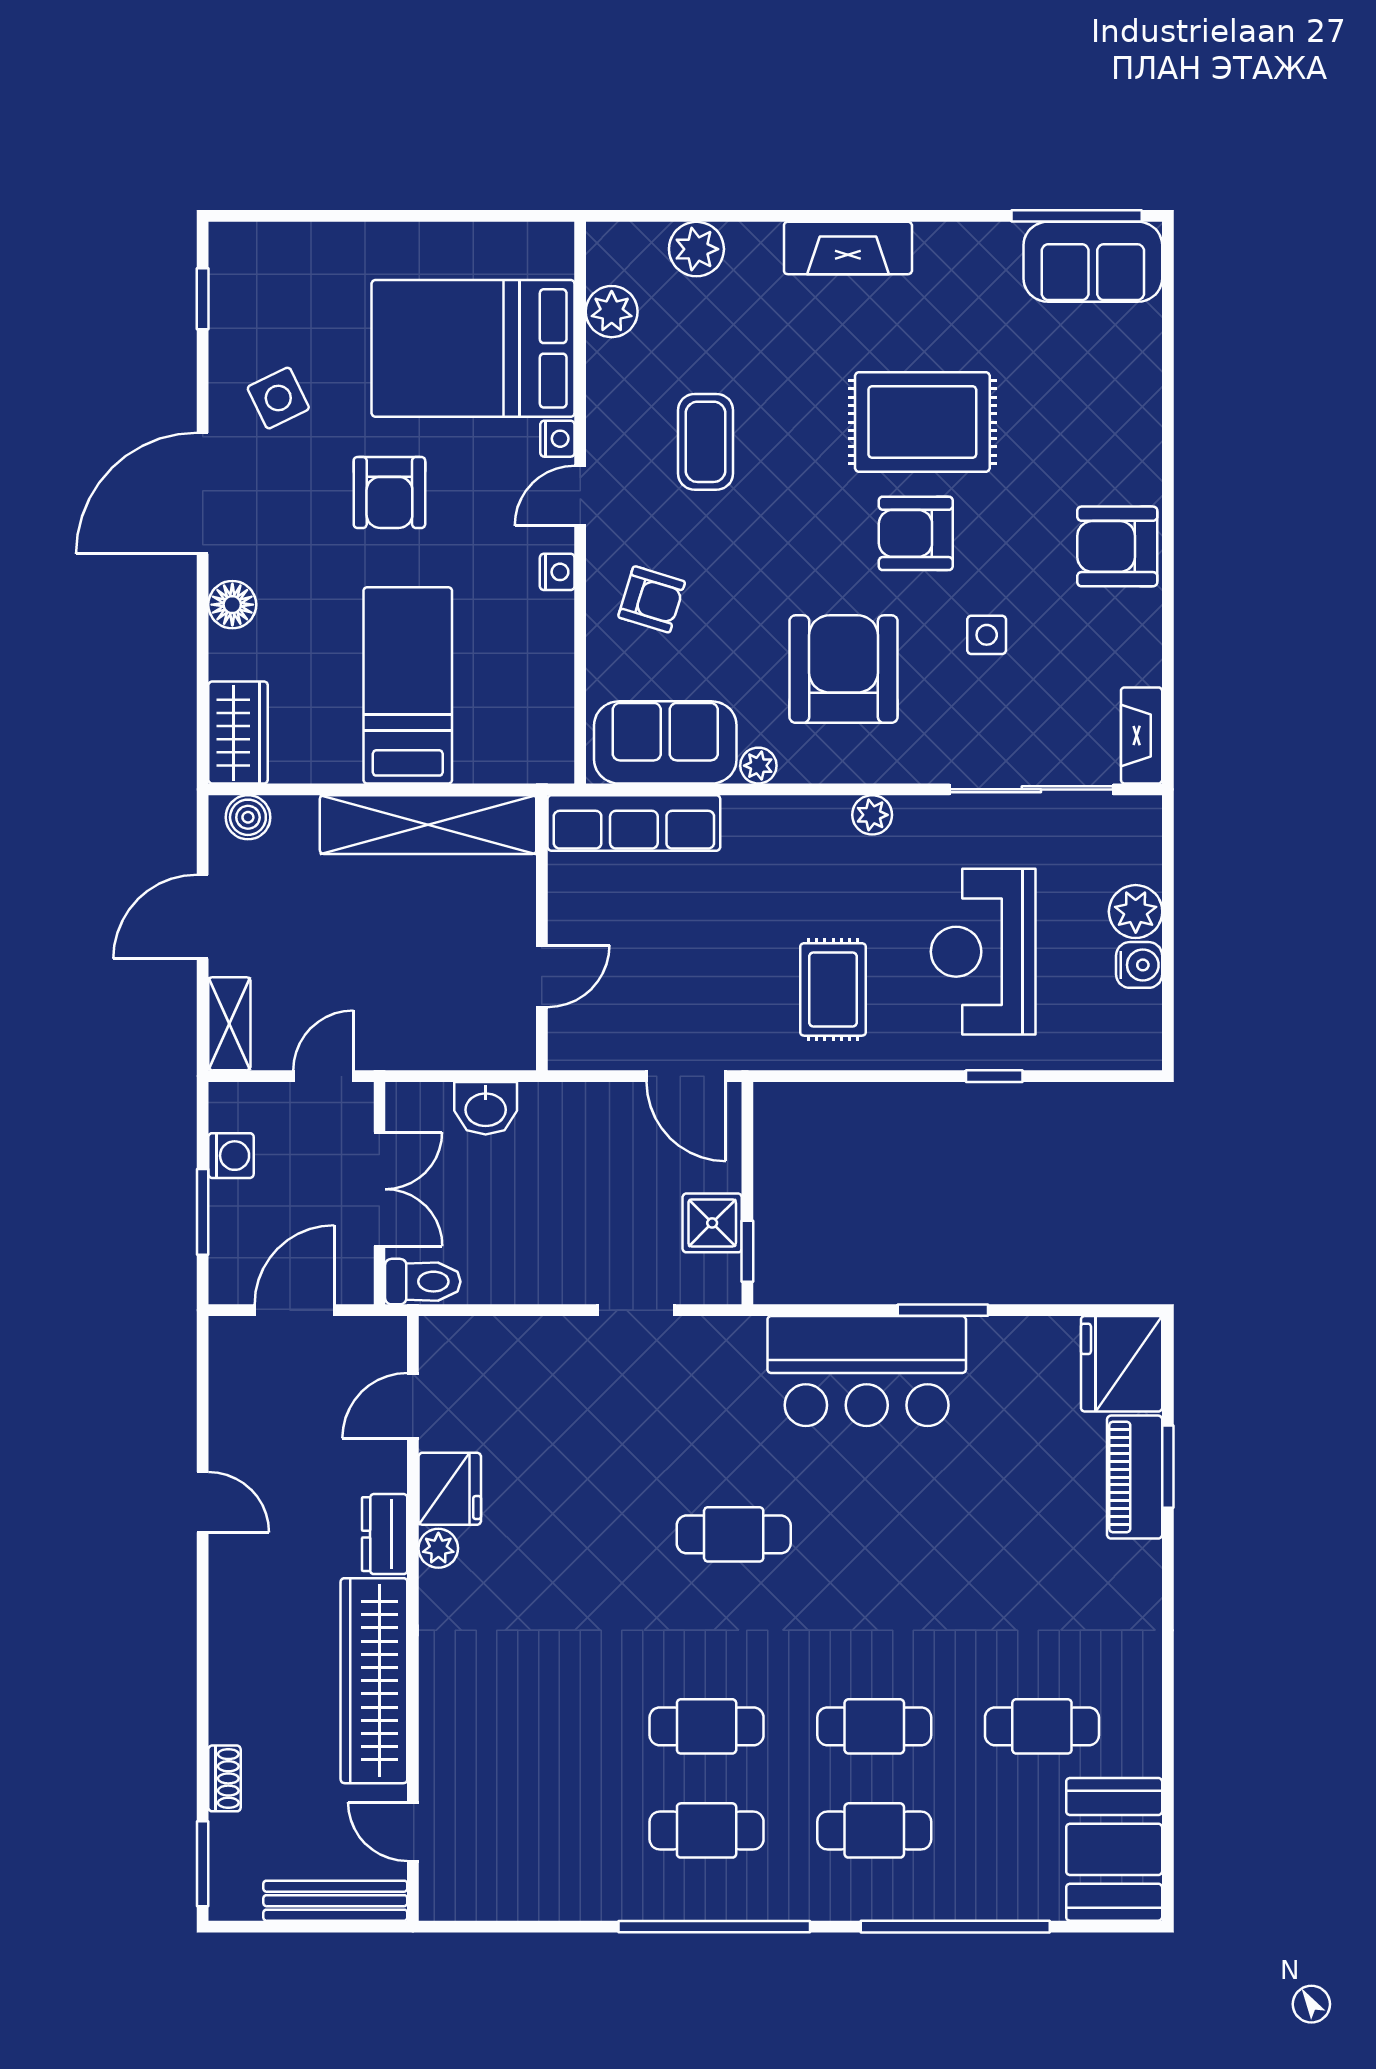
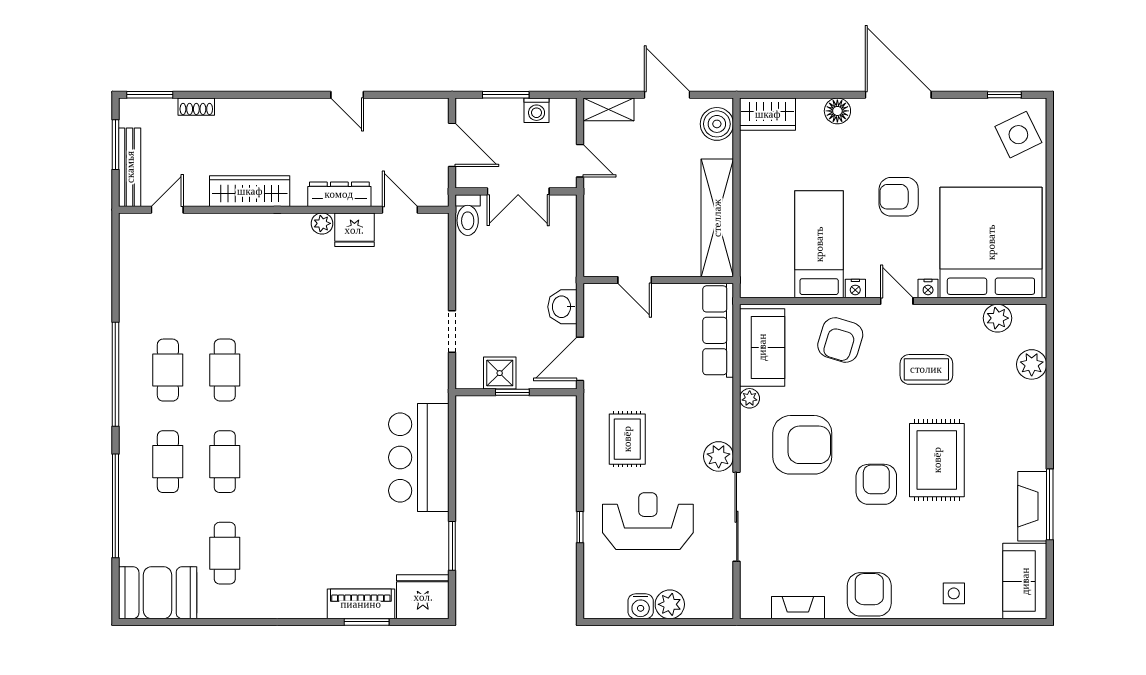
window: (1077, 216) -> (1050, 504), moved
fireplace: (848, 248) -> (1032, 506), moved
bed: (473, 348) -> (991, 242), width x1.36
side table: (278, 398) -> (1018, 135), moved, width x1.37, depth x1.37
rug: (922, 422) -> (937, 460), moved
armchair: (652, 599) -> (840, 340), width x1.38, depth x1.38
side table: (987, 635) -> (954, 593), moved
bed: (408, 685) -> (819, 244), moved, turned -90
fireplace: (1142, 735) -> (798, 608), moved
sliding door: (1031, 789) -> (737, 517), moved
plant: (872, 815) -> (719, 456), width x1.38, depth x1.38
boiler: (248, 817) -> (717, 124), width x1.36, depth x1.36
rug: (833, 989) -> (627, 439), turned 90
washbasin: (486, 1108) -> (562, 307), moved
window: (747, 1251) -> (512, 392), moved
window: (943, 1310) -> (452, 546), moved
door: (203, 1502) -> (347, 95), hinge flipped
dresser: (385, 1534) -> (339, 194), width x1.44
cafe table: (734, 1534) -> (330, 385), removed
wardrobe: (374, 1681) -> (250, 191), width x0.71, depth x0.85
window: (294, 1927) -> (115, 145), added

